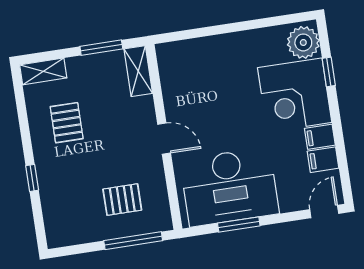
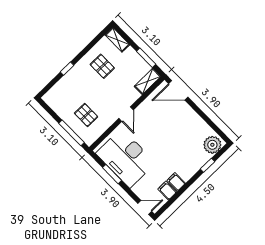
door: (185, 35) -> (178, 90), added
corner desk: (295, 95) -> (187, 158), removed
pallet: (67, 123) -> (102, 66), turned 90

